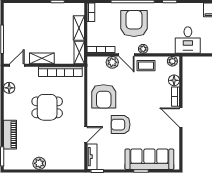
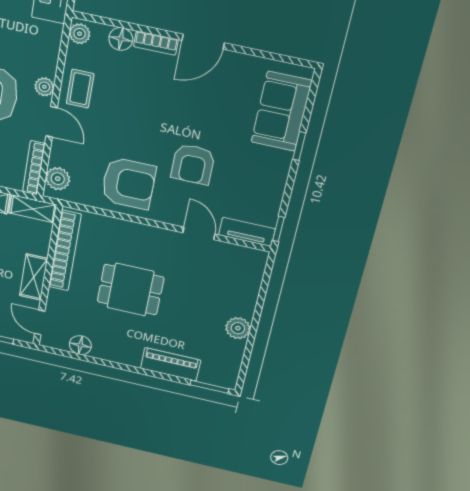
door: (126, 55) -> (52, 122), hinge flipped
plant: (112, 62) -> (58, 179), moved
dining table: (47, 107) -> (130, 290), turned 90
sofa: (149, 159) -> (281, 111), width x0.73

